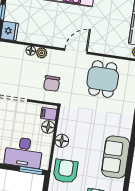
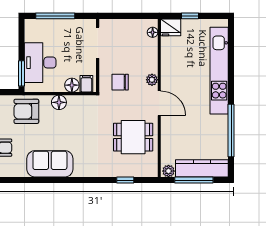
floor lamp: (31, 51) -> (153, 32), moved
plant: (42, 53) -> (152, 80), moved
armchair: (66, 171) -> (26, 111), turned 180

